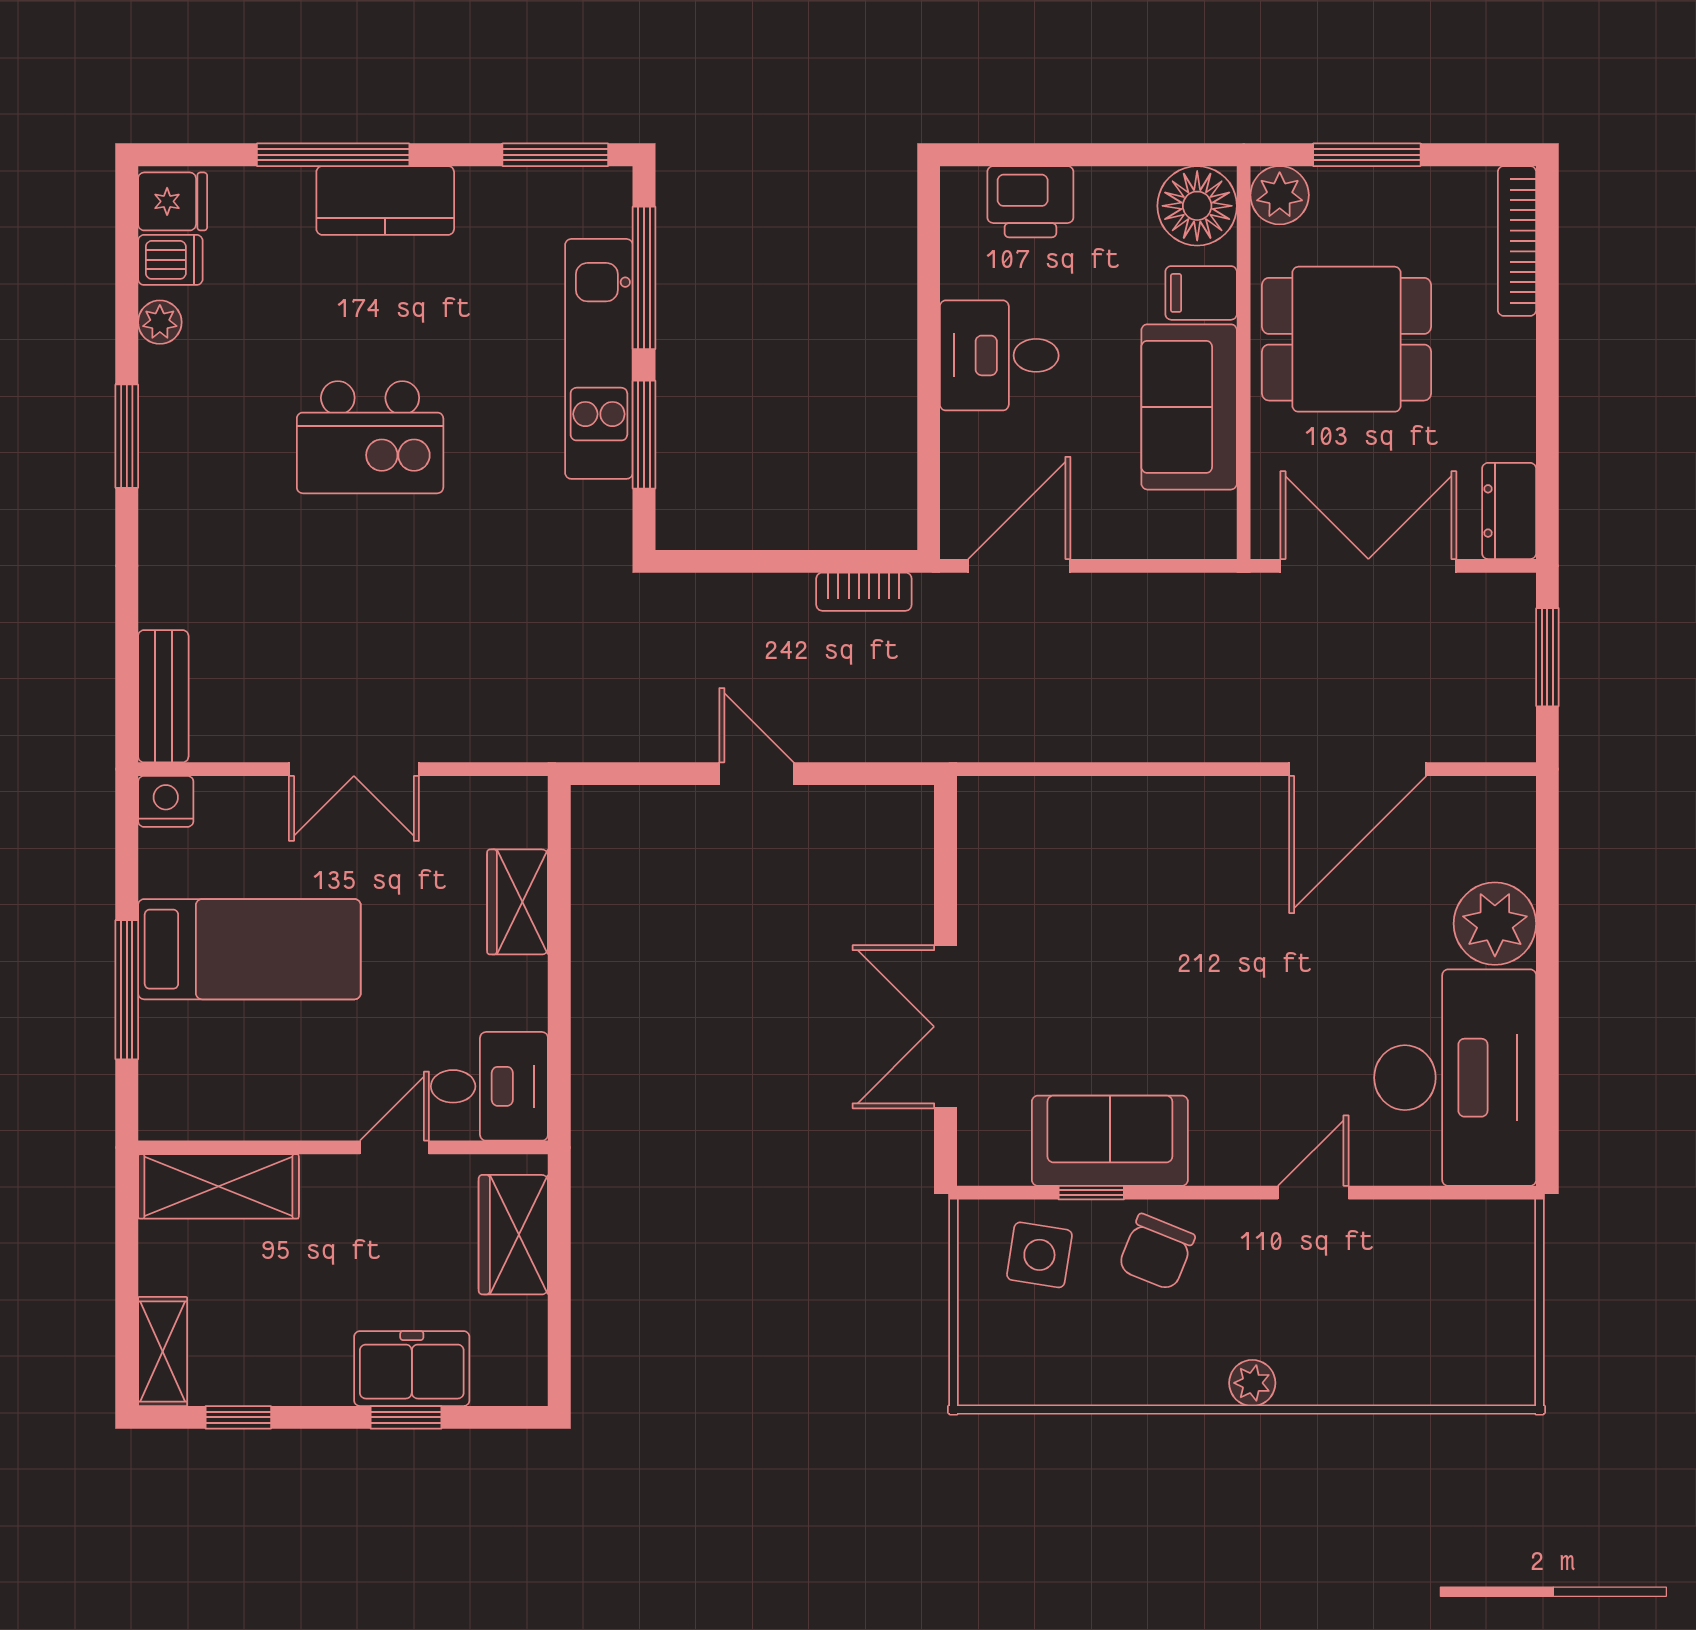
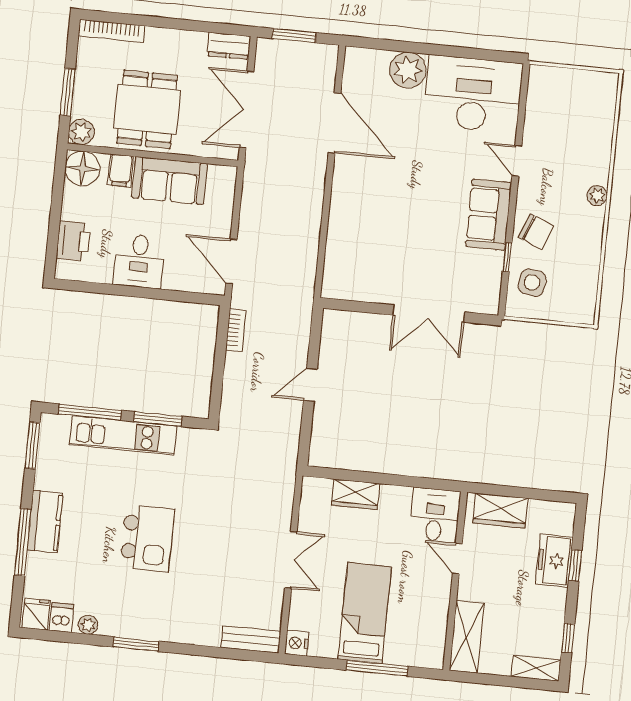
sofa: (1110, 1141) -> (489, 215), moved

